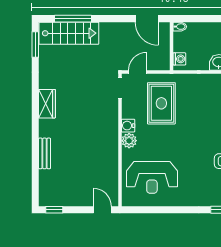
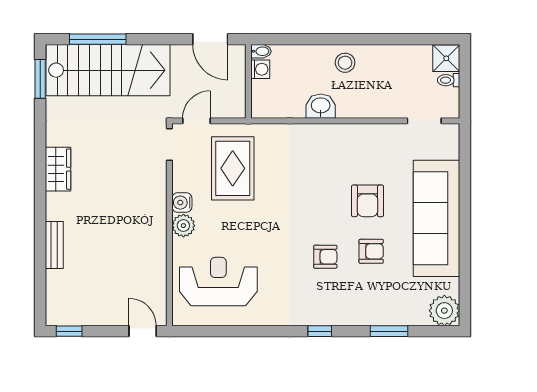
stairs: (69, 33) -> (108, 70), width x1.36, depth x1.51
washing machine: (179, 59) -> (260, 69), moved
reception desk: (152, 177) -> (218, 282), turned 180

